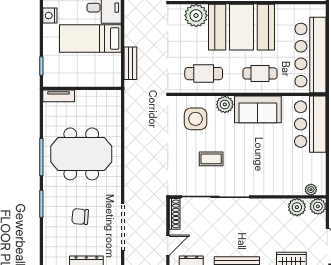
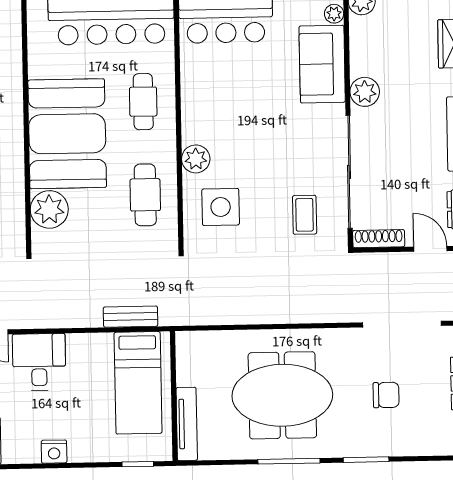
bed: (90, 38) -> (138, 383), moved
tv unit: (59, 96) -> (187, 424), width x1.41
sofa: (258, 109) -> (322, 64), moved, turned 180
meeting table: (81, 154) -> (282, 395), turned 90
coffee table: (211, 159) -> (305, 215), moved
plant: (297, 207) -> (365, 92), moved
chair: (80, 217) -> (386, 395), turned -94

